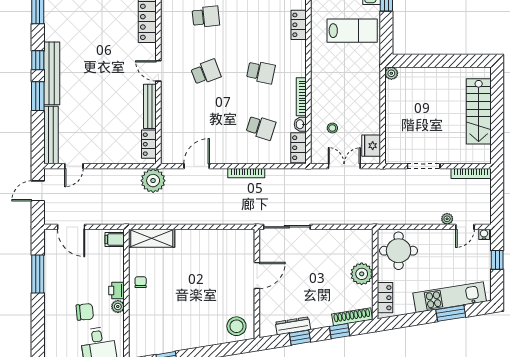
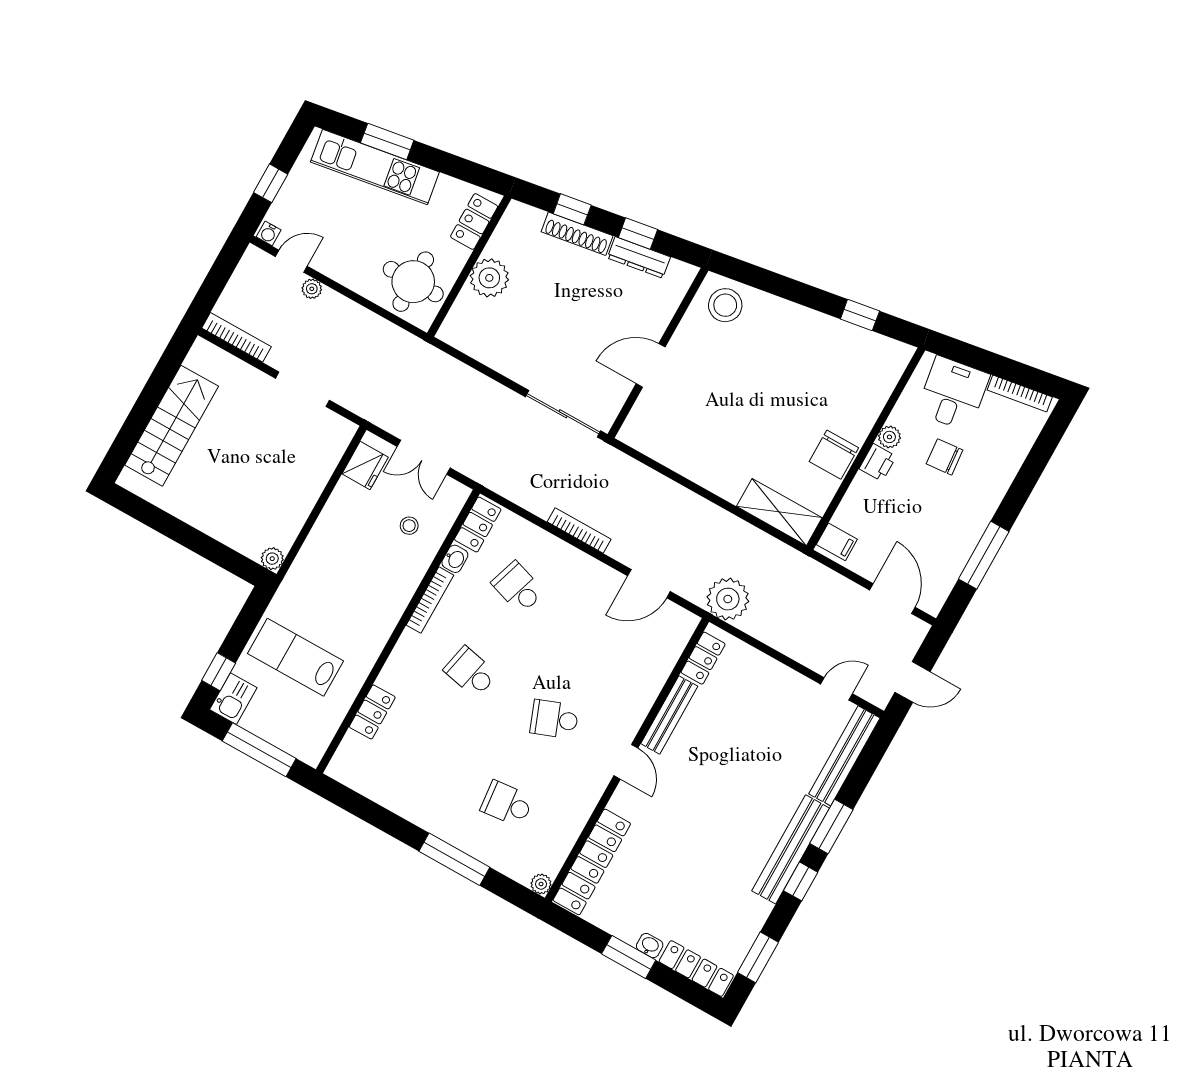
chair: (141, 282) -> (834, 455), width x1.87, depth x1.87
shoe rack: (352, 317) -> (577, 234), moved

